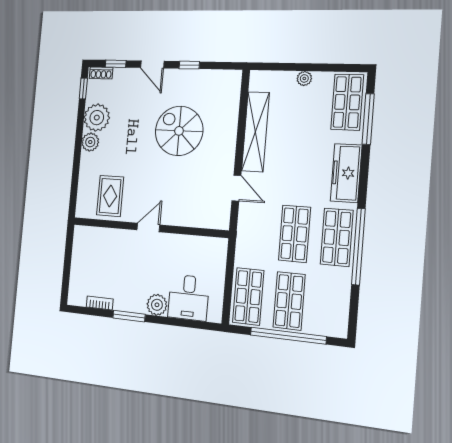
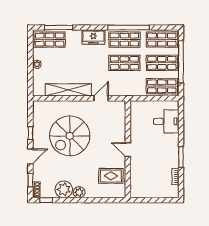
spiral stairs: (179, 131) -> (70, 136), width x1.37, depth x1.37
freezer: (346, 173) -> (93, 37), width x0.71
plant: (157, 305) -> (172, 140), removed
shop shelf: (331, 306) -> (162, 40), added

